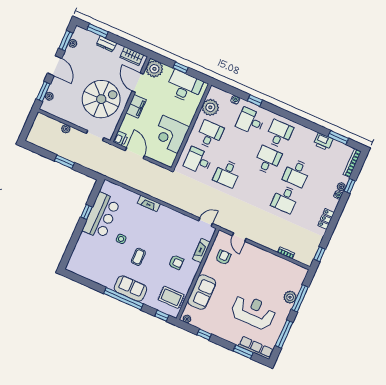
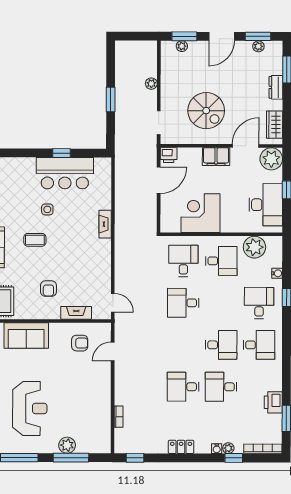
spiral stairs: (101, 99) -> (206, 111), width x0.73, depth x0.73

